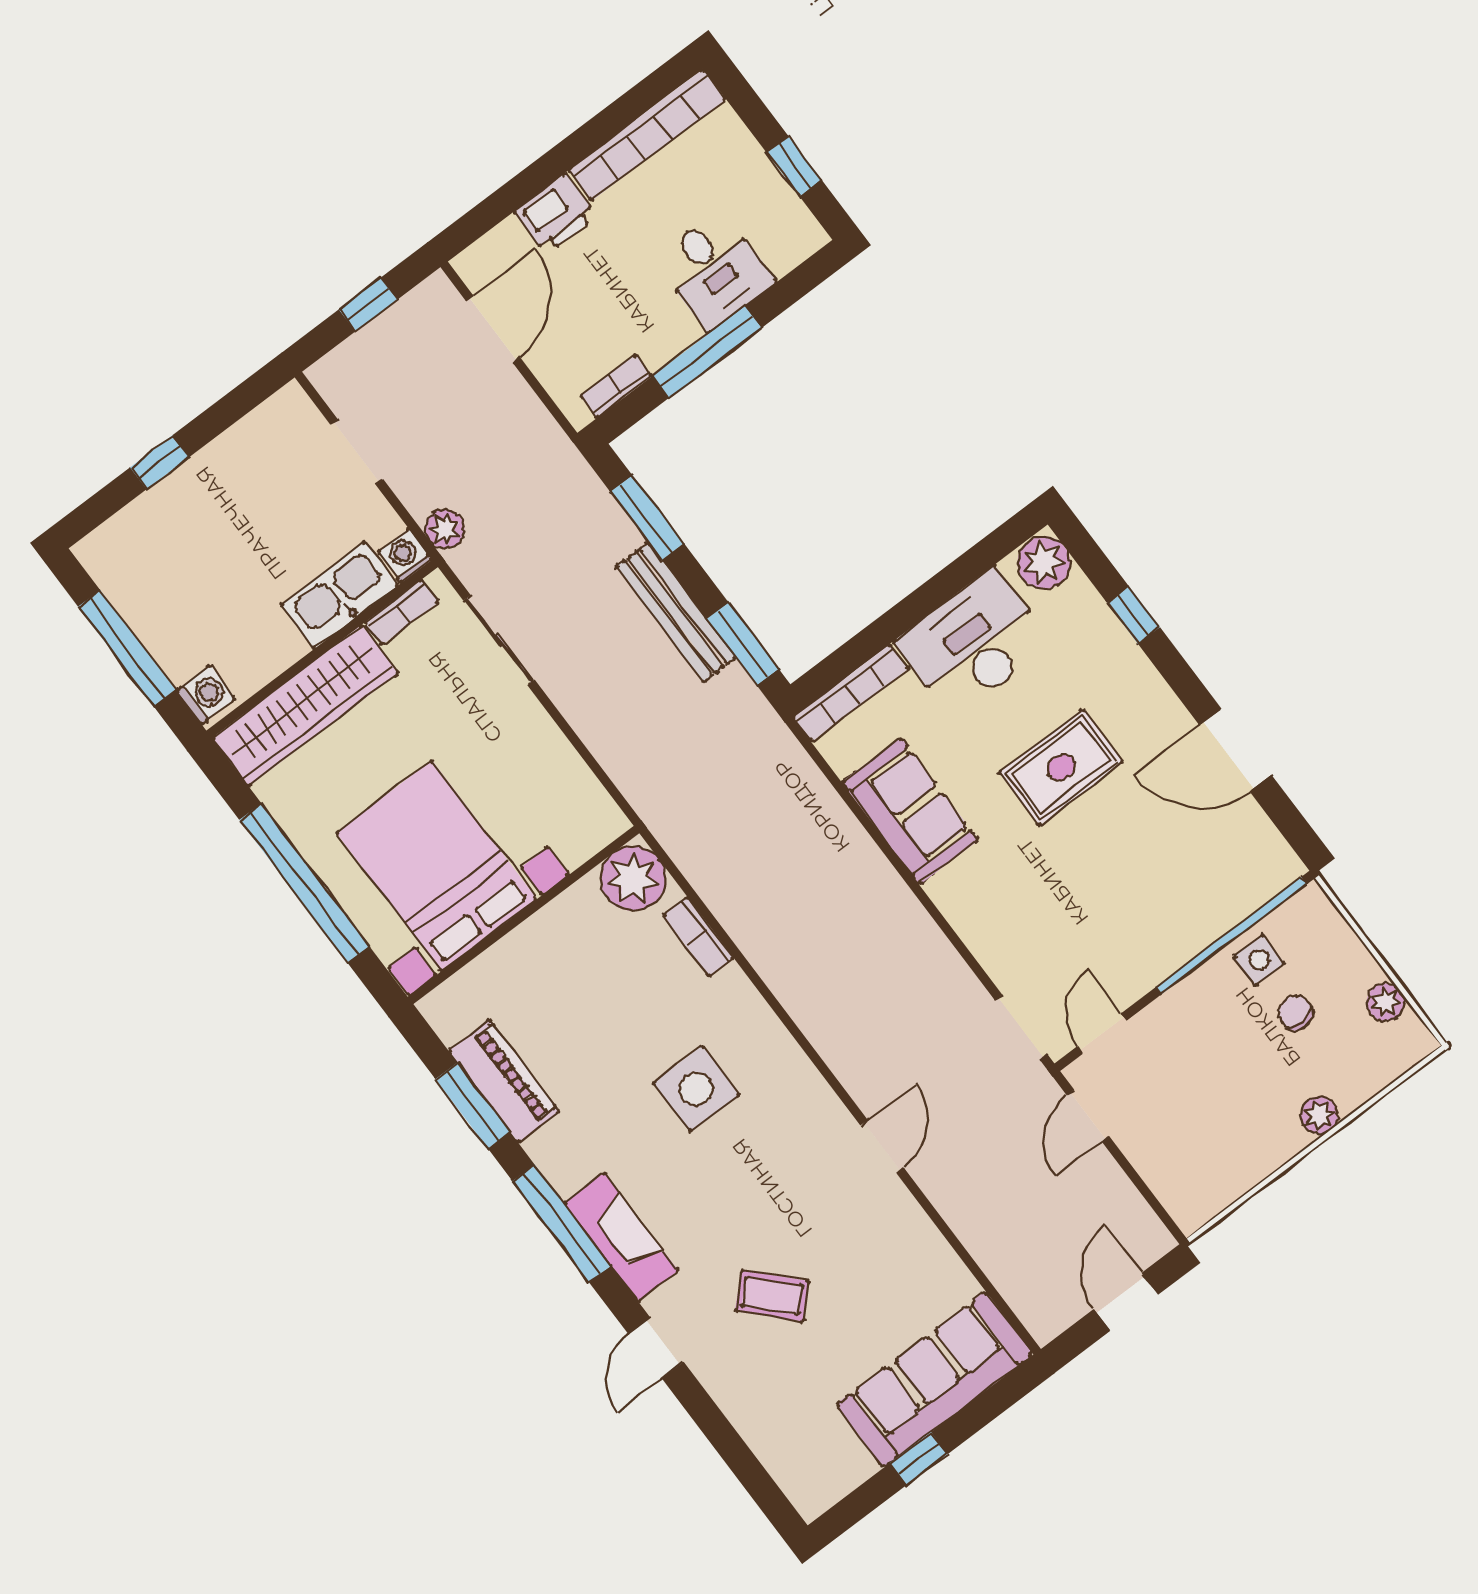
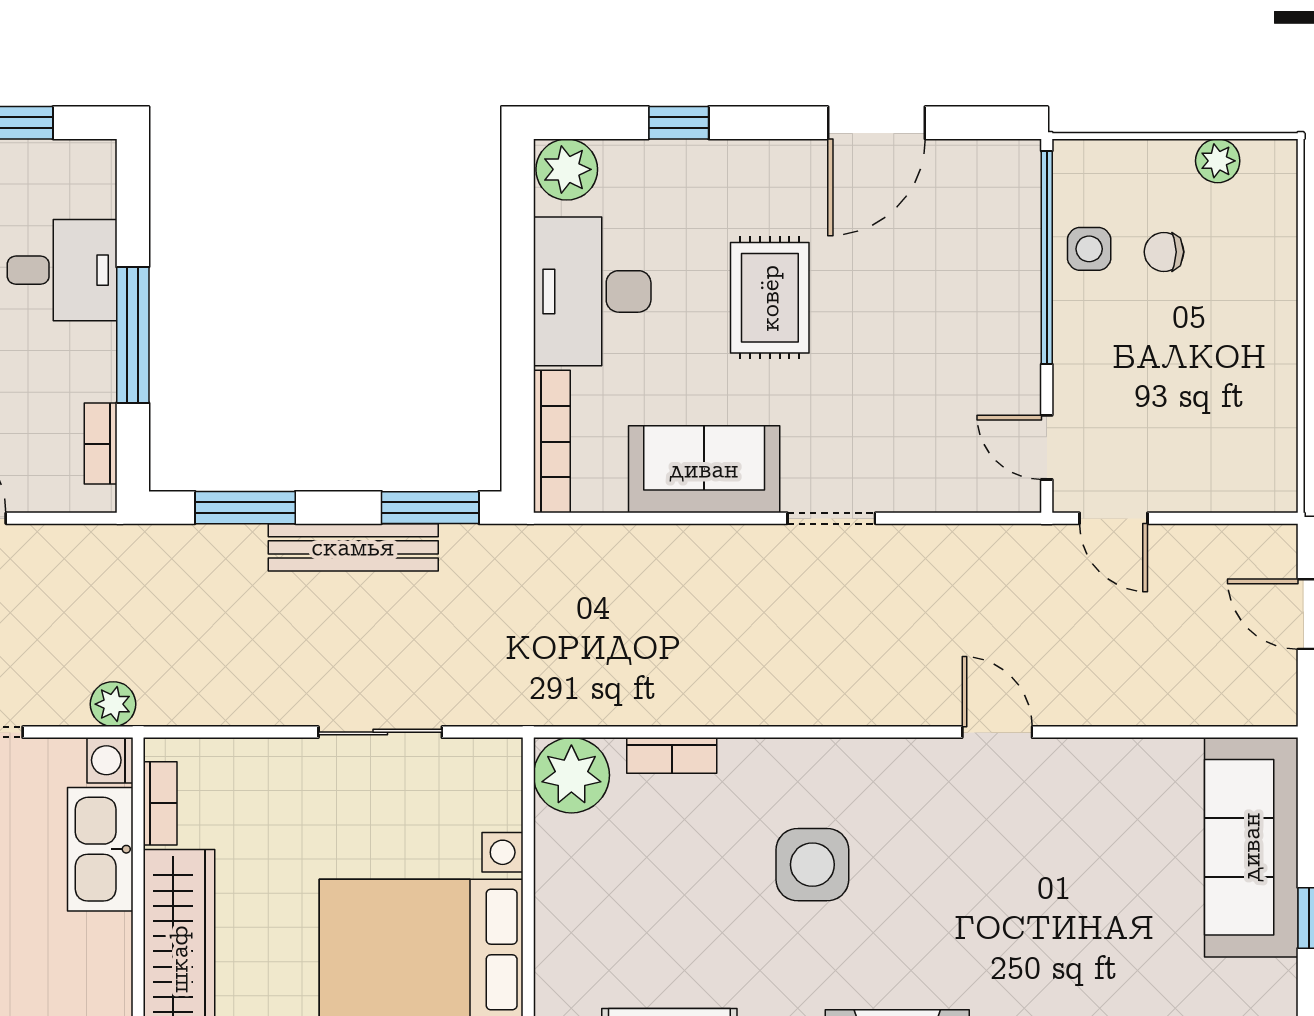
sliding door: (499, 640) -> (380, 732), moved
doorway: (1021, 1027) -> (831, 518), moved
plant: (1319, 1115) -> (1276, 302), removed
coffee table: (772, 1296) -> (1059, 940), removed

